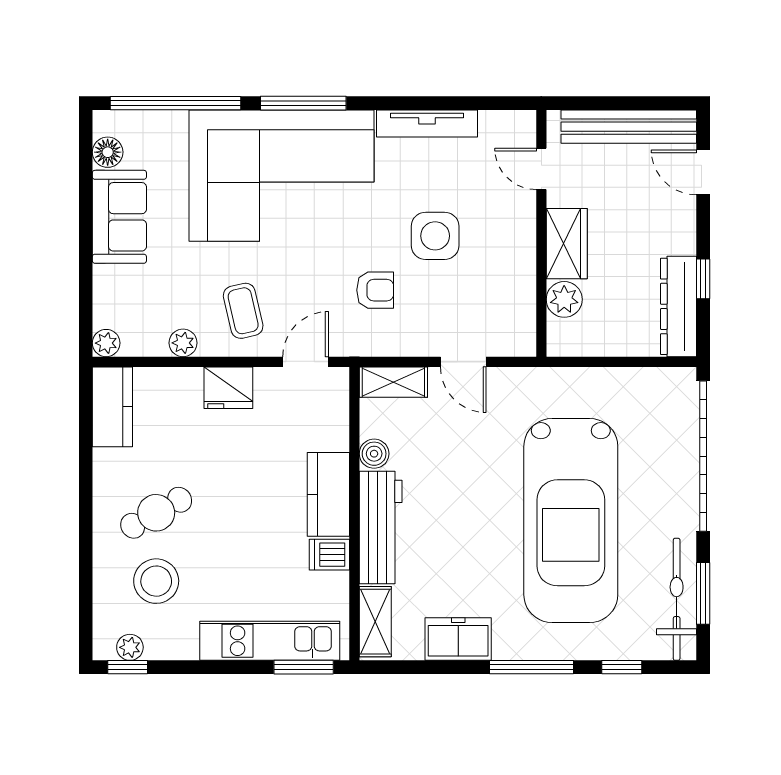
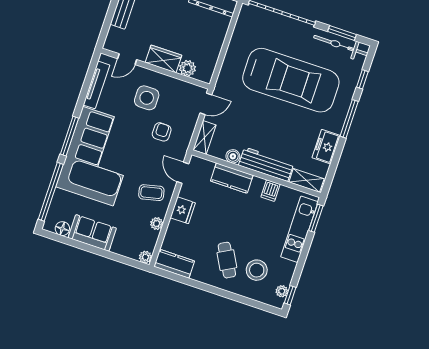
door: (541, 169) -> (127, 59), moved
wall: (541, 233) -> (155, 69), moved
wardrobe: (567, 244) -> (163, 59), moved
plant: (564, 299) -> (187, 68), moved
kitchen counter: (328, 494) -> (232, 178), moved

